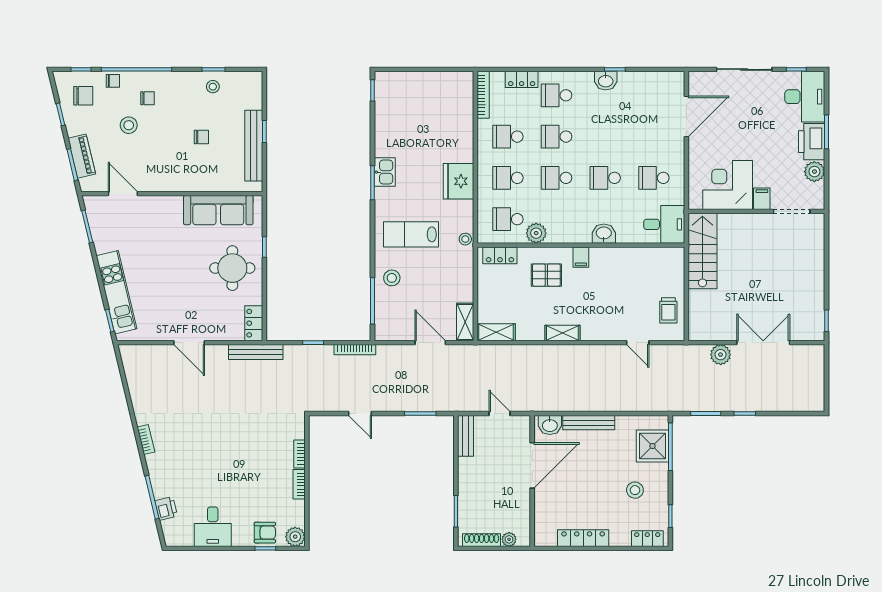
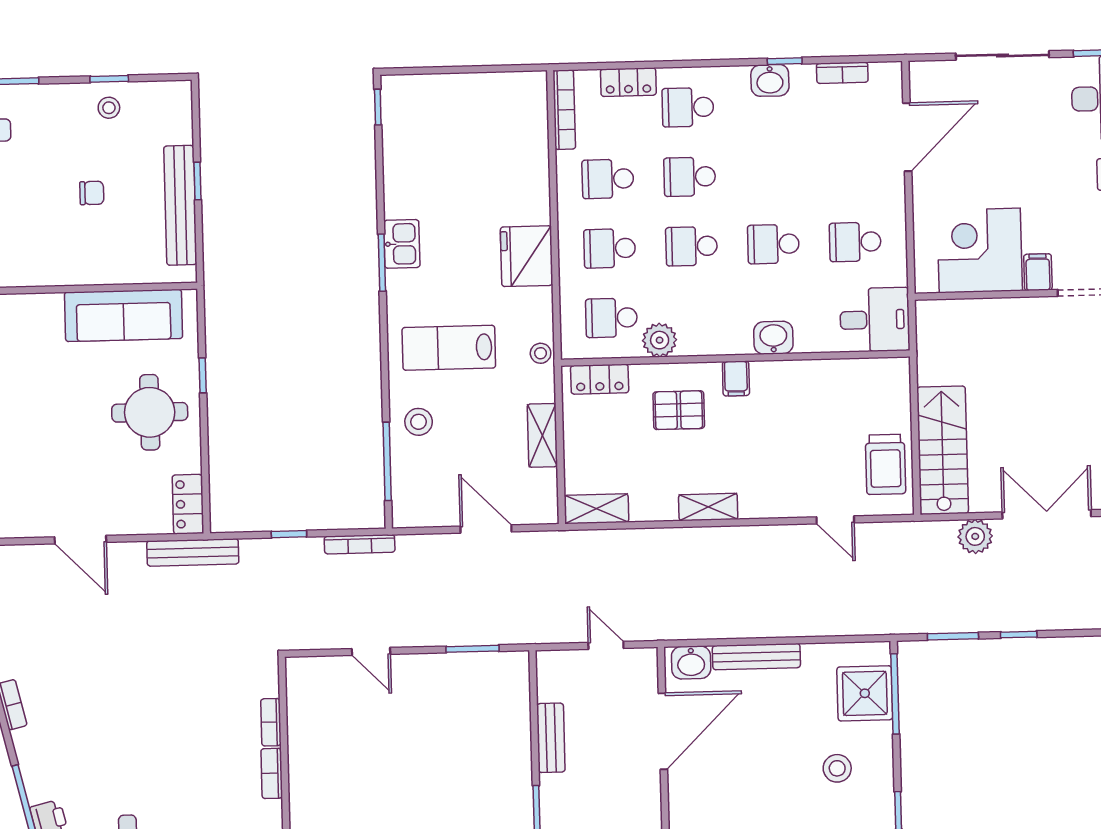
bookcase: (649, 77) -> (842, 73), added
stairs: (702, 251) -> (943, 450), moved
trolley: (668, 310) -> (885, 464), width x1.36, depth x1.39
shelving: (465, 322) -> (542, 435), moved
bench: (465, 436) -> (551, 738), moved

